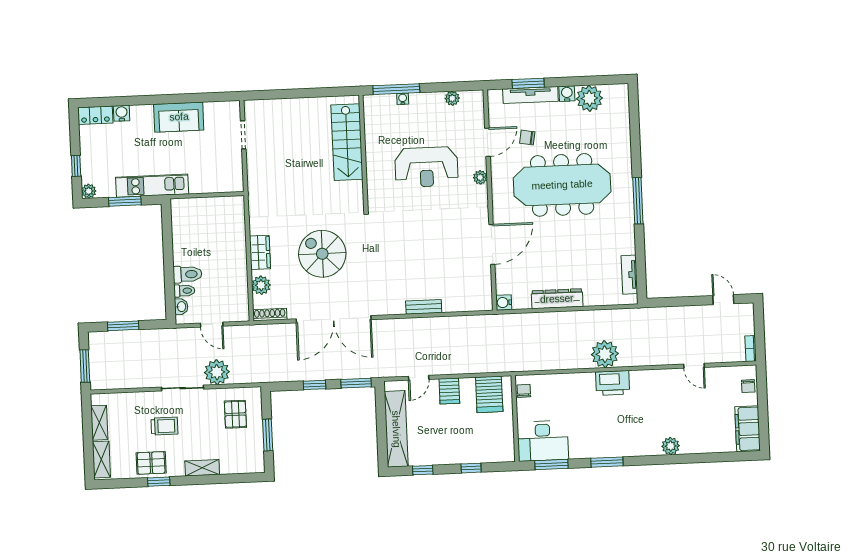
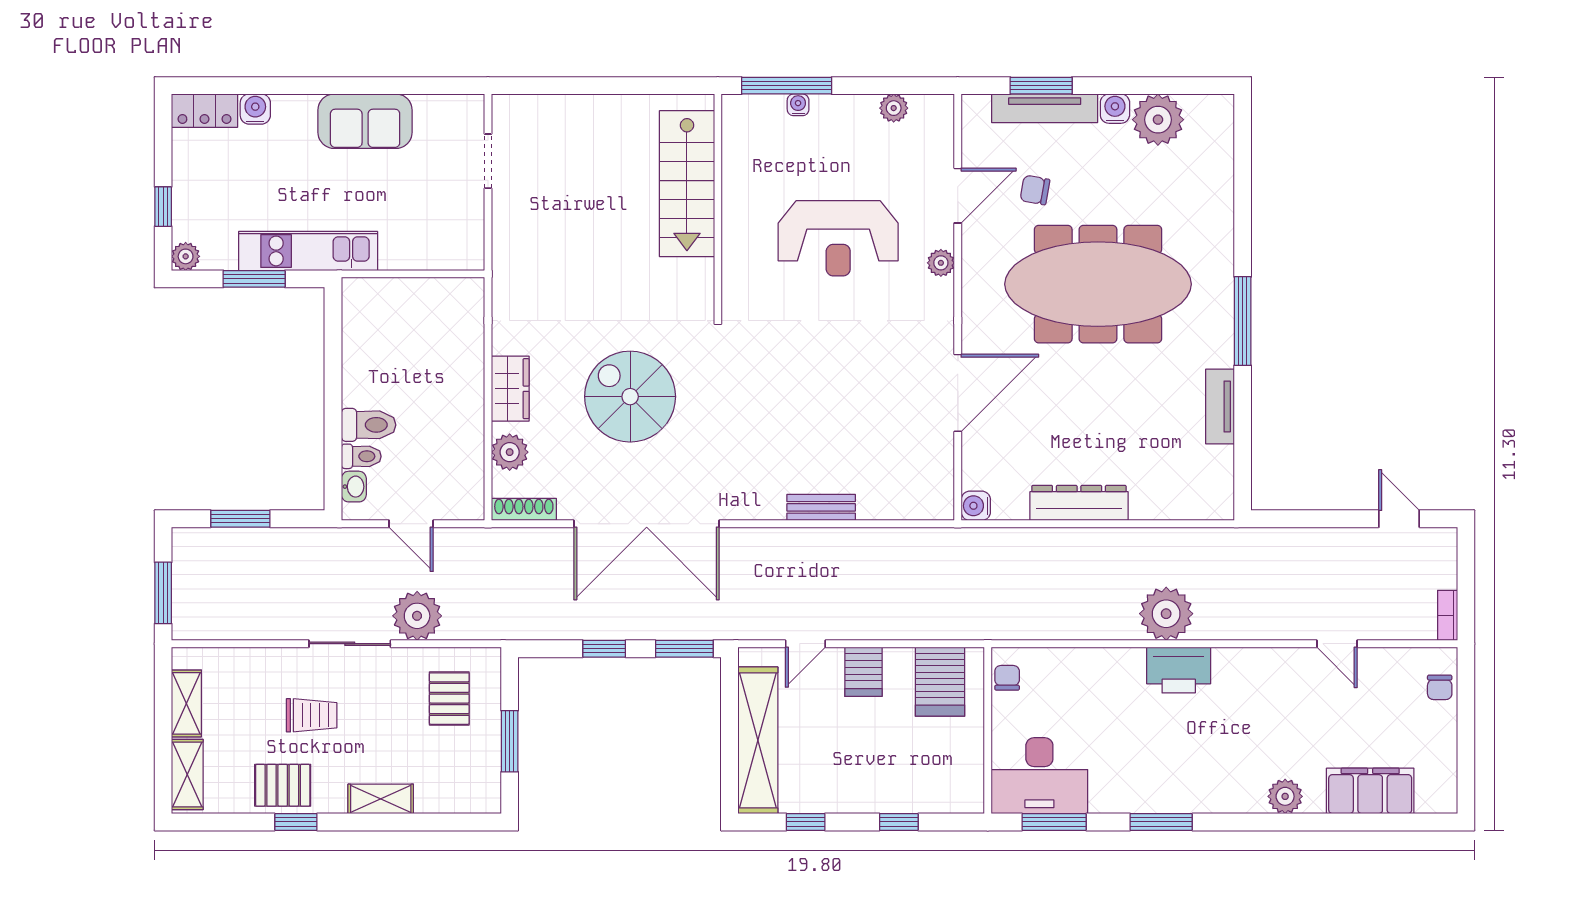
tv unit: (629, 275) -> (1220, 407), moved
filing cabinet: (748, 429) -> (1370, 791), moved, turned 90

